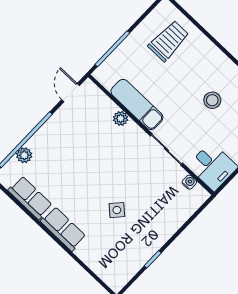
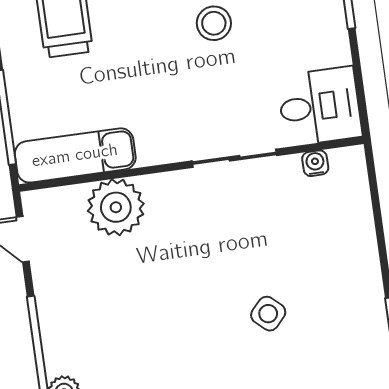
exam couch: (137, 104) -> (75, 155), moved
plant: (121, 118) -> (116, 207), width x1.87, depth x1.87

